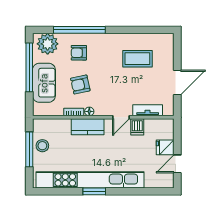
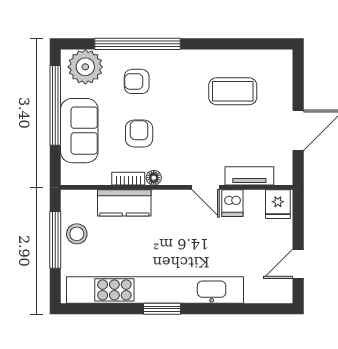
armchair: (80, 84) -> (139, 133), turned 102
door: (121, 117) -> (206, 187), hinge flipped
kitchen counter: (88, 127) -> (124, 203), moved
fridge: (165, 147) -> (278, 204), moved, turned -90

